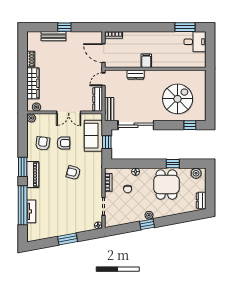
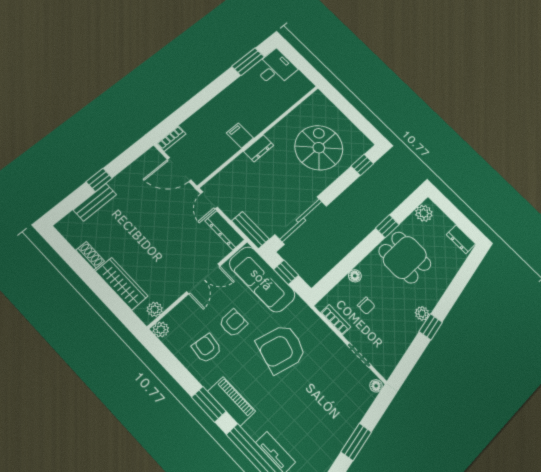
dresser: (136, 75) -> (259, 148), moved
sofa: (93, 136) -> (262, 279), width x1.36
armchair: (73, 173) -> (281, 349), width x1.88, depth x1.88

